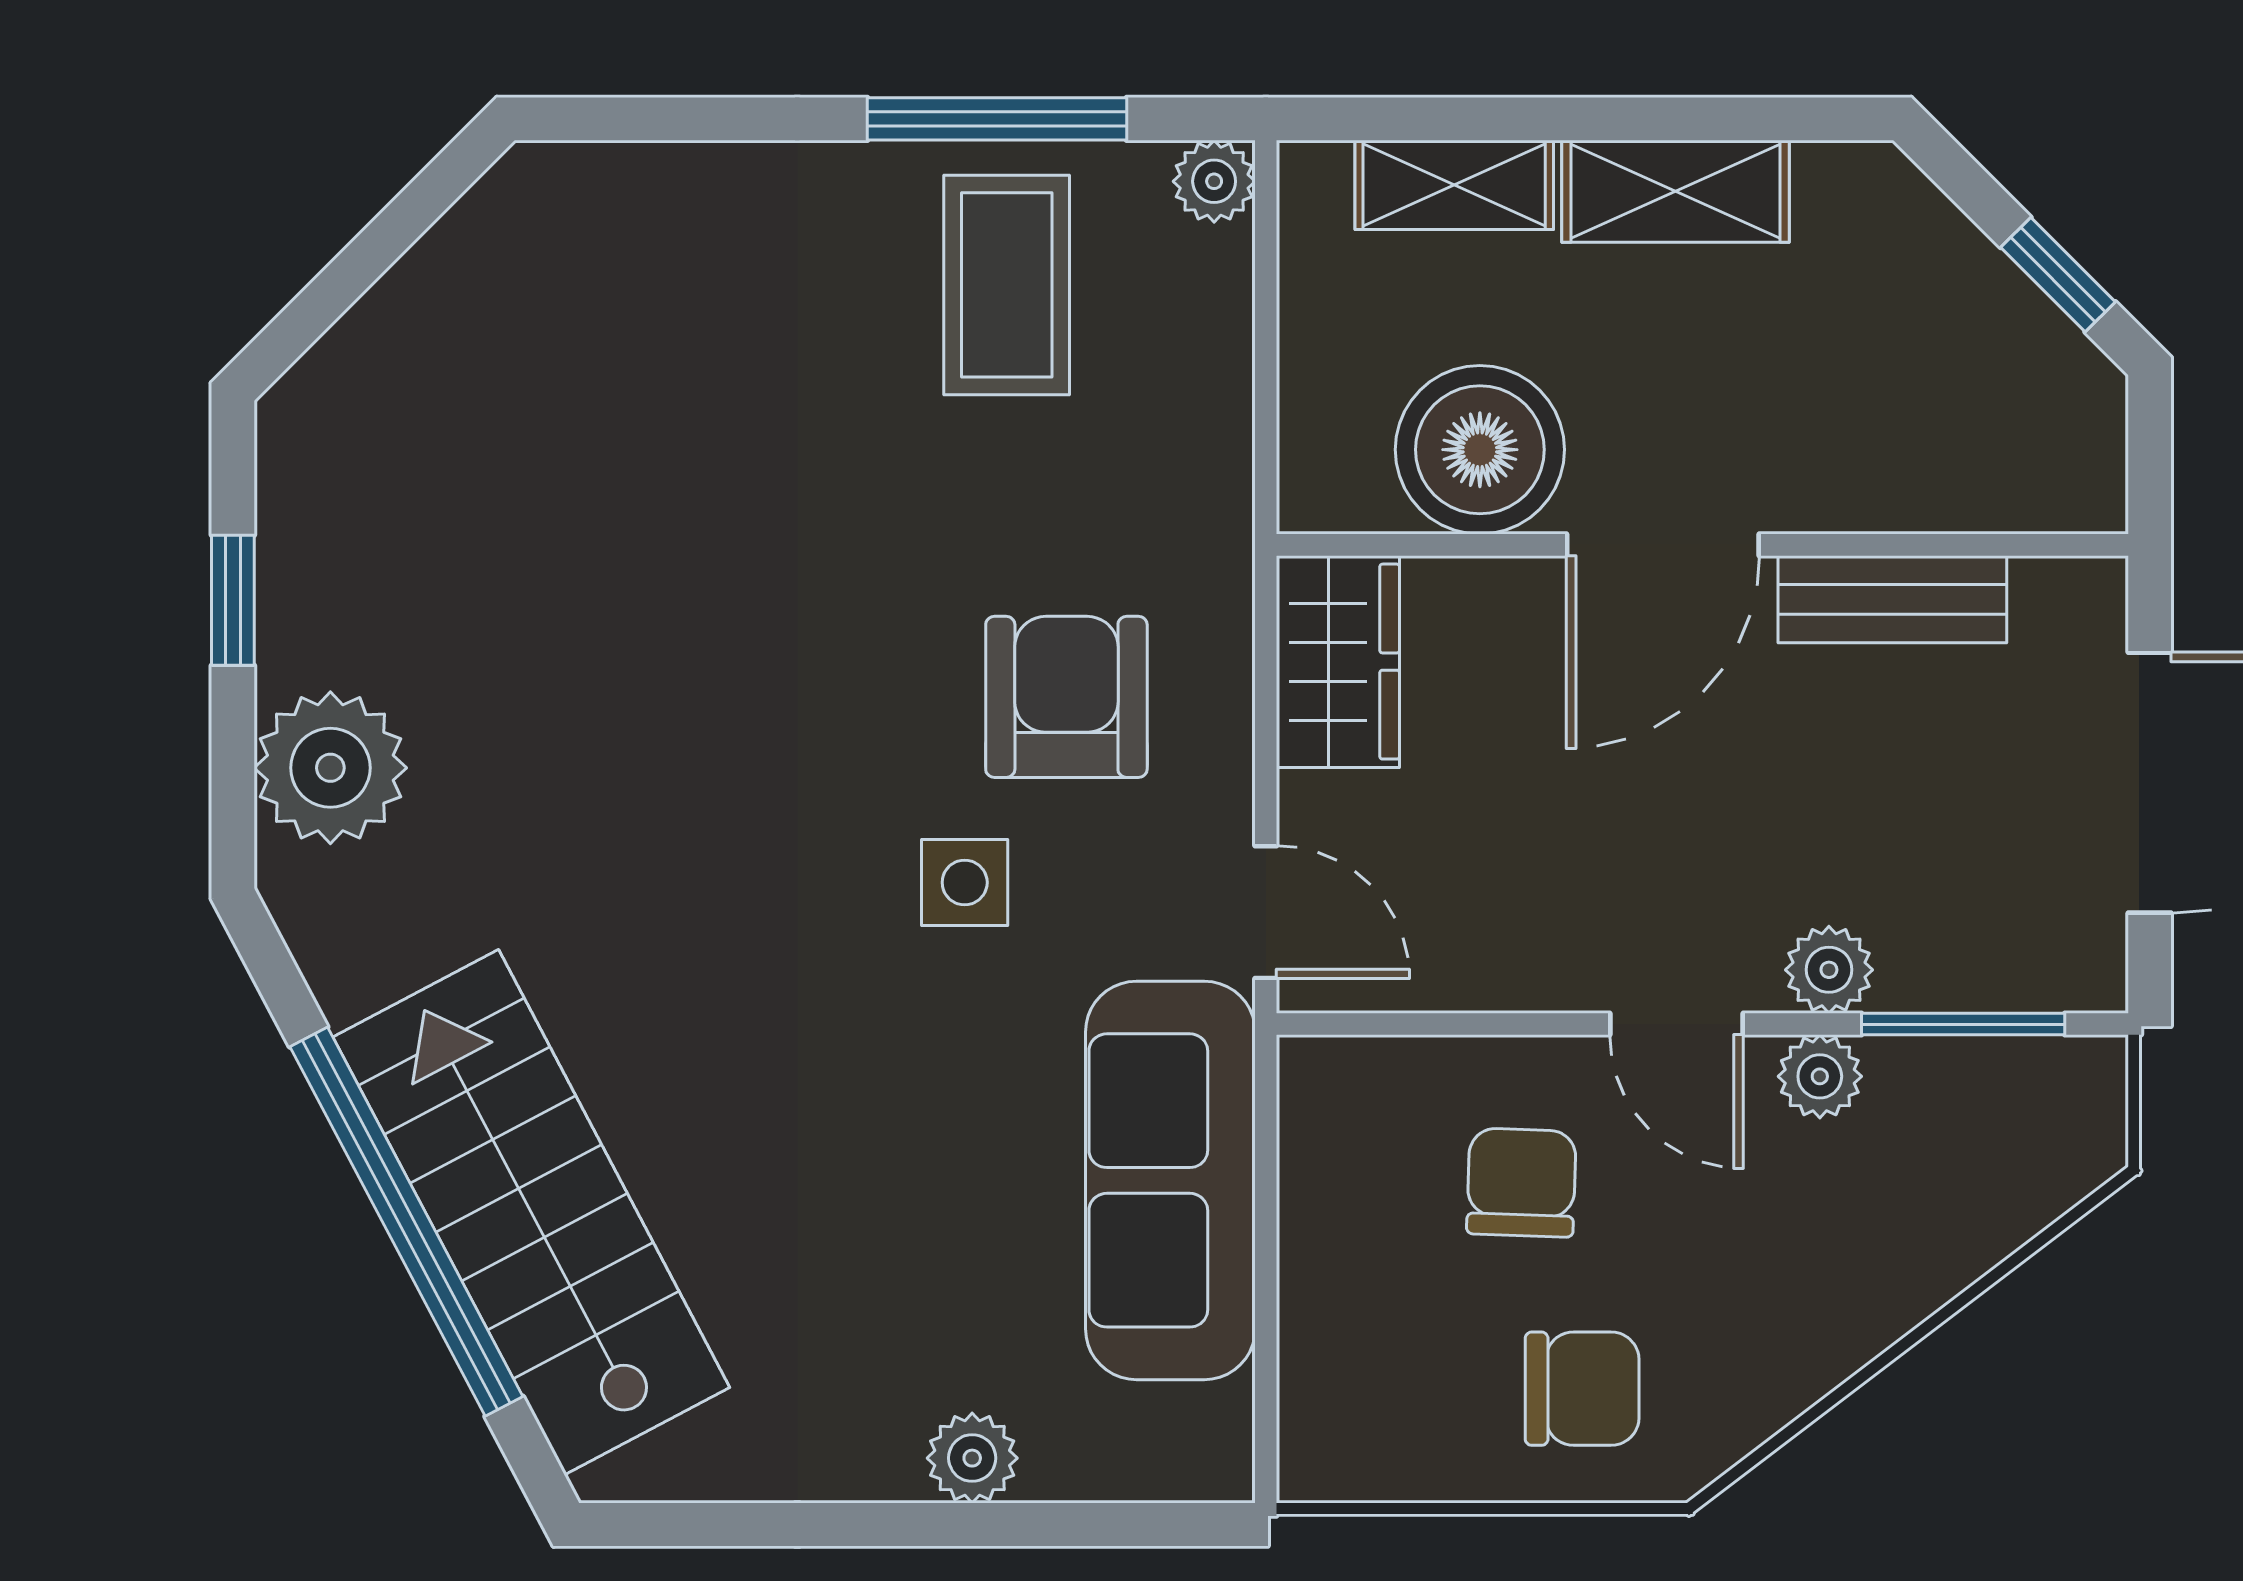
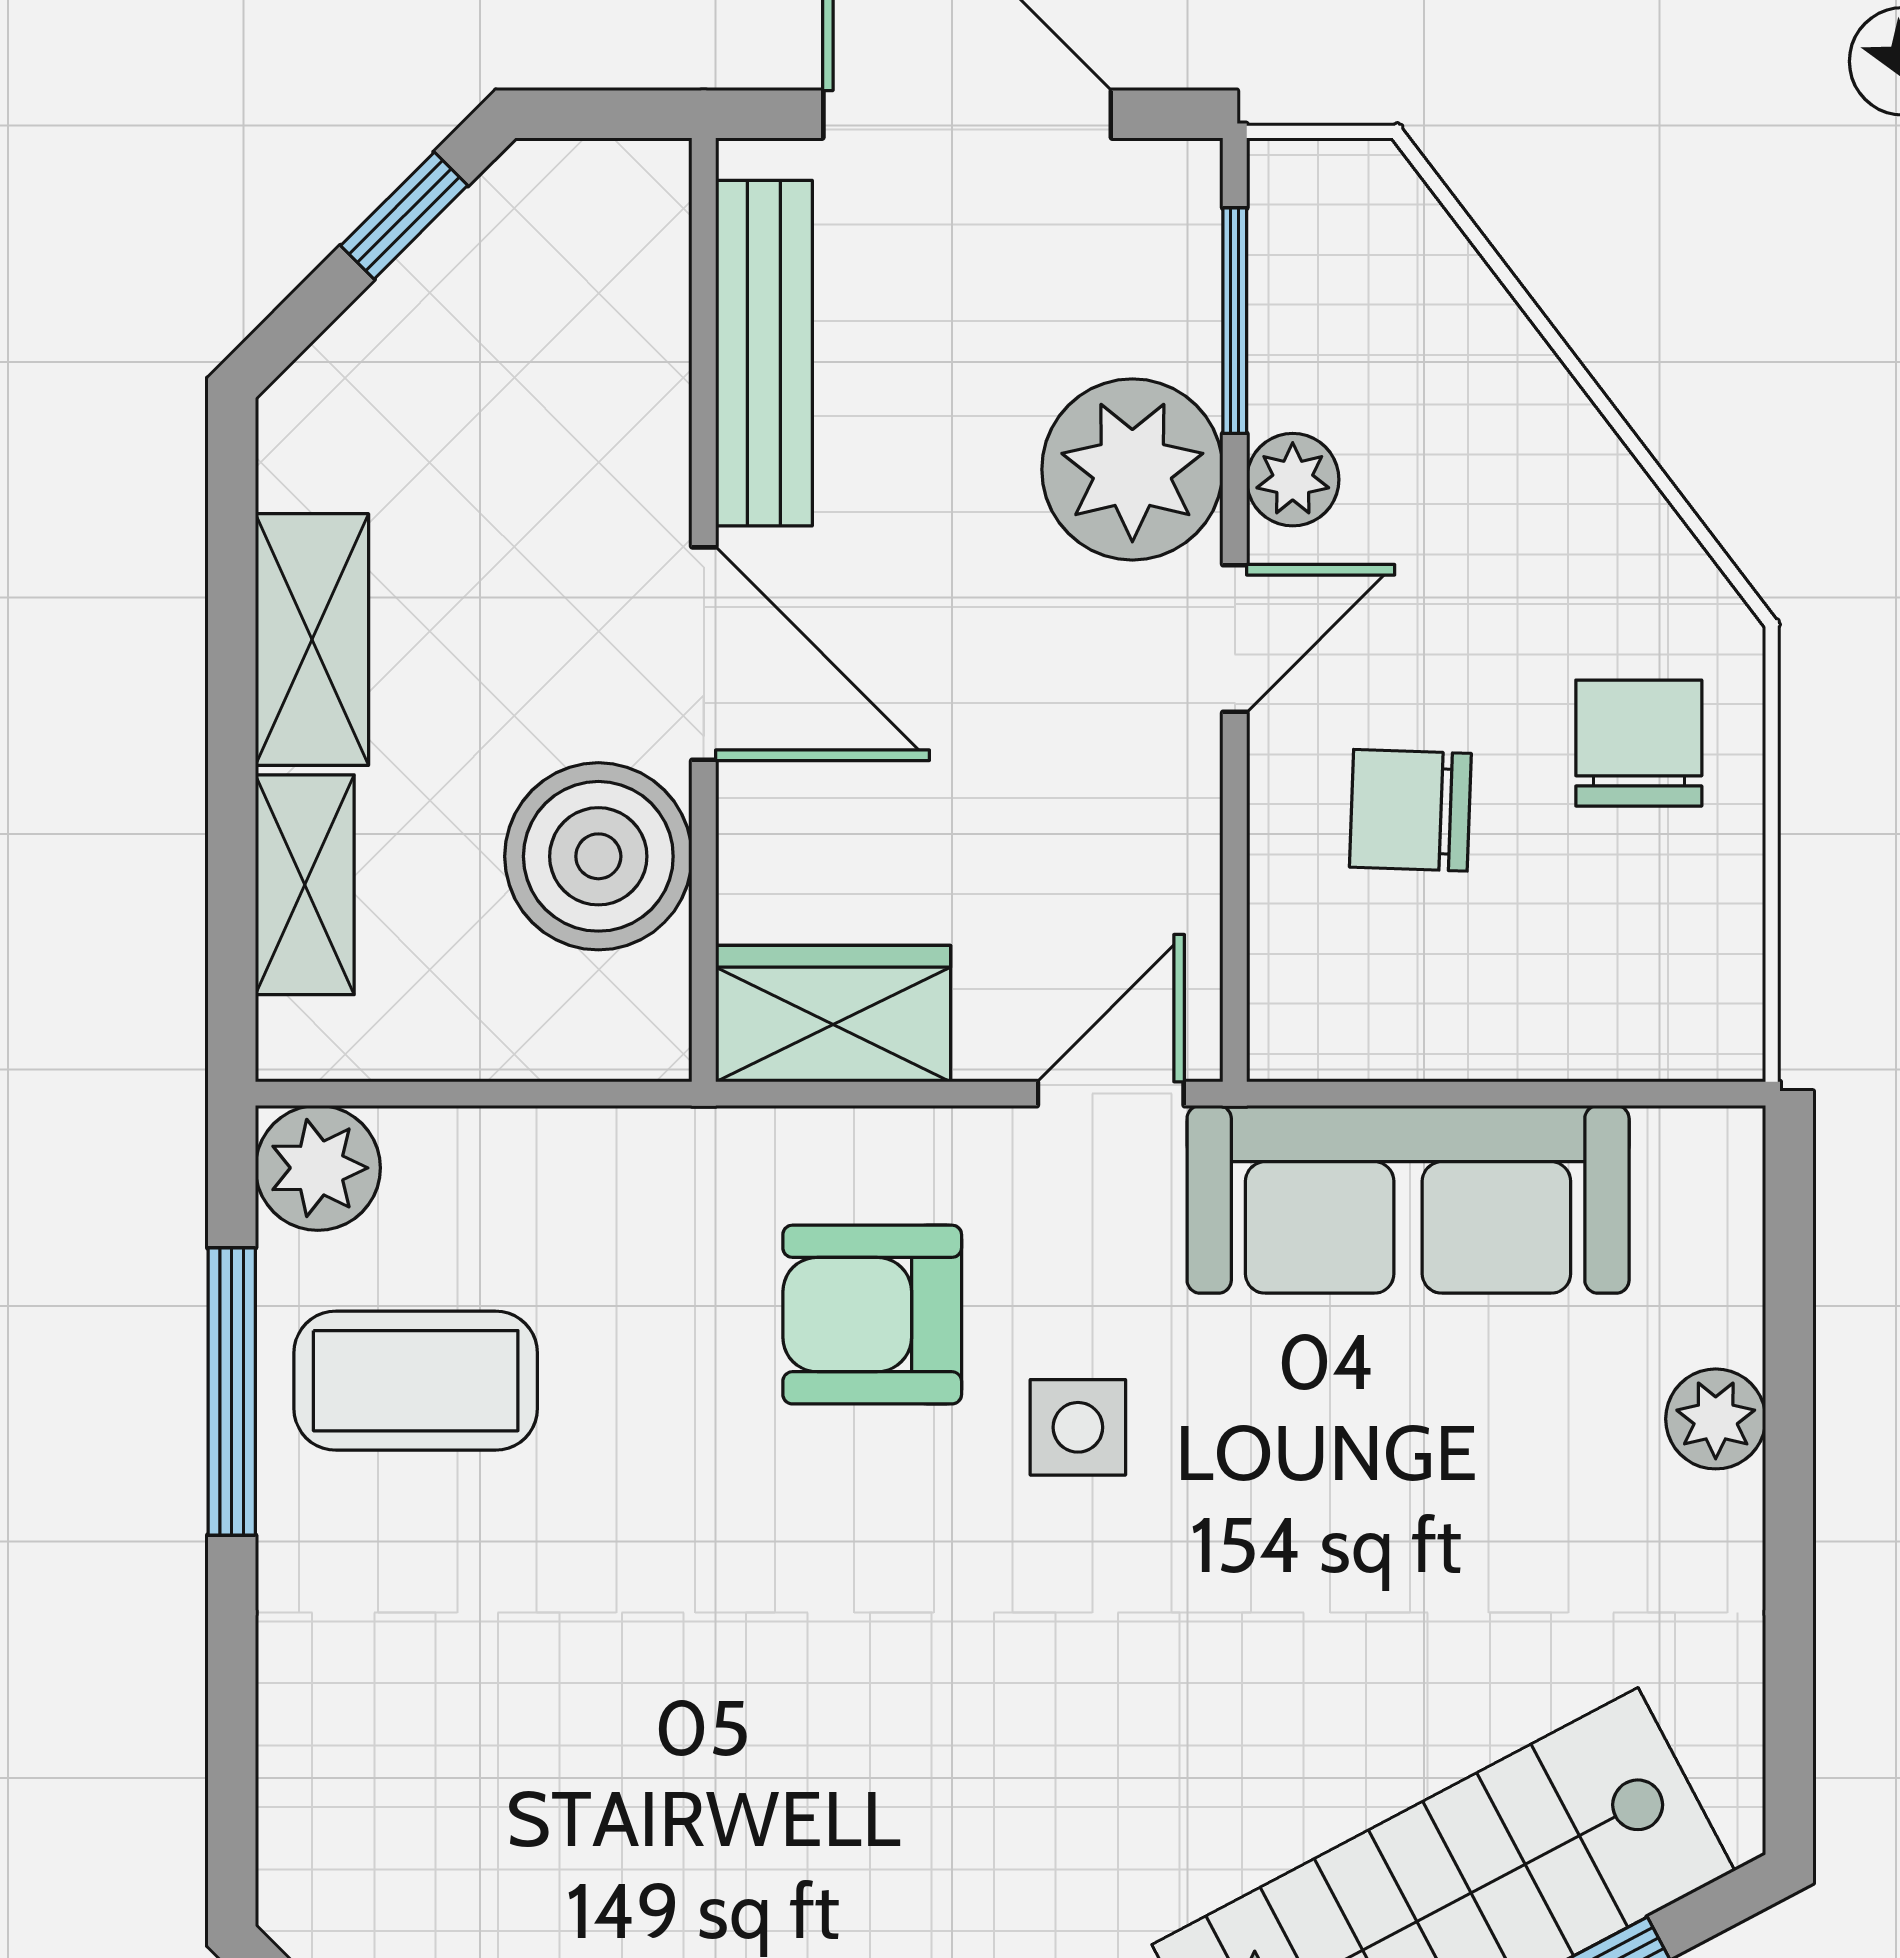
plant: (1214, 181) -> (318, 1168), width x1.38, depth x1.38
bench: (1892, 599) -> (764, 353), width x1.36
plant: (1829, 970) -> (1132, 469), width x1.88, depth x1.88

